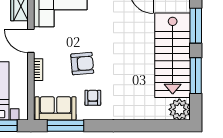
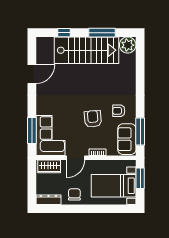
window: (196, 26) -> (64, 33), width x0.46

